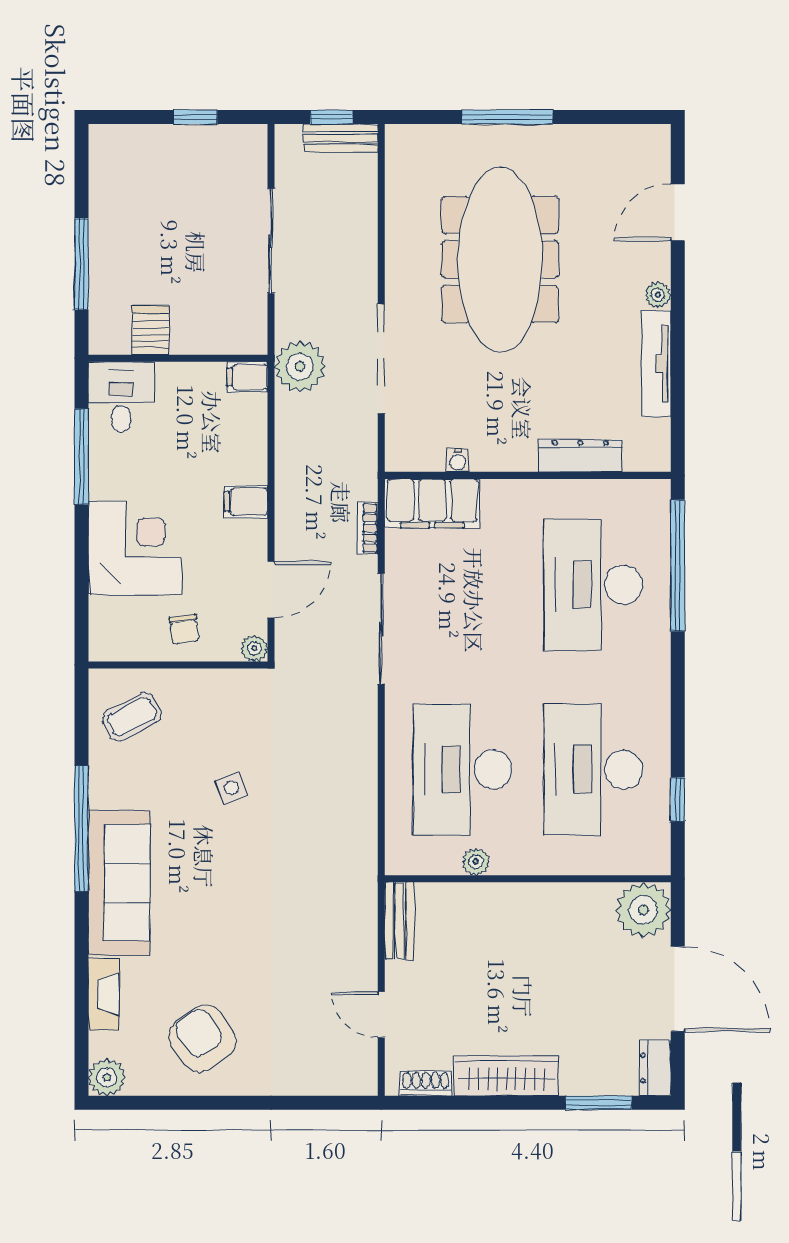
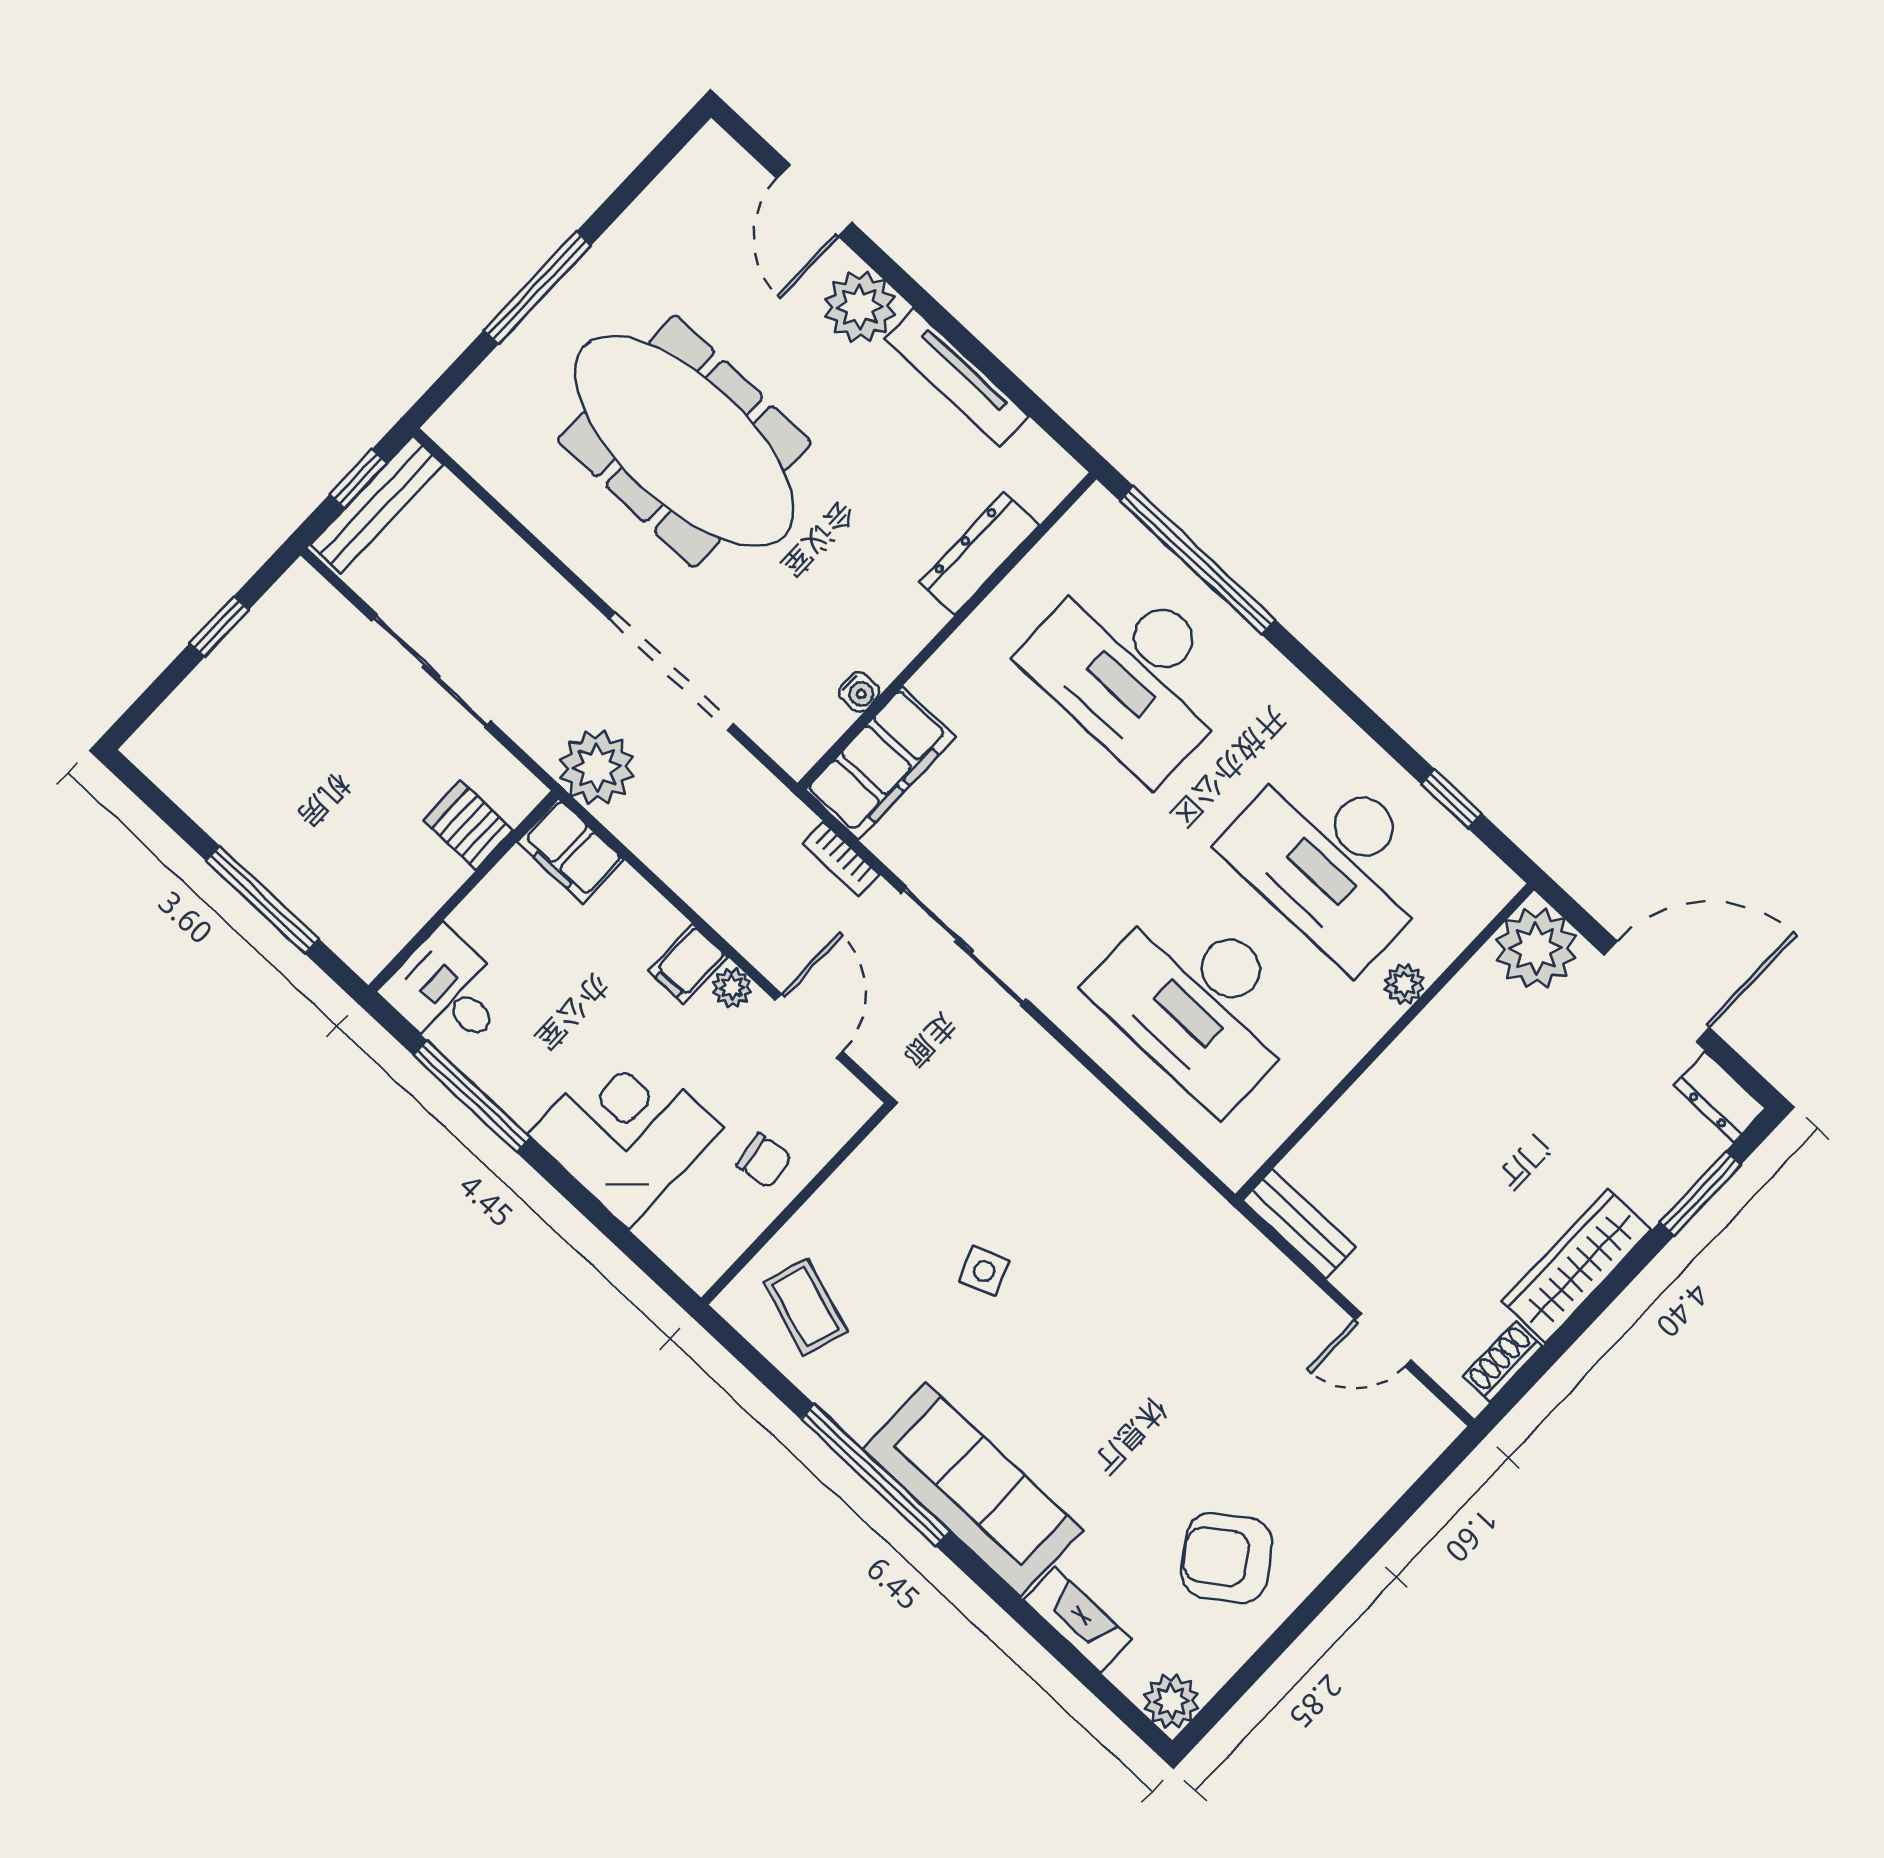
bench: (341, 138) -> (377, 505), width x1.36
plant: (658, 295) -> (860, 307), width x1.88, depth x1.88
server rack: (151, 330) -> (468, 825), moved
filing cabinet: (247, 377) -> (571, 851), width x2.00
plant: (254, 648) -> (732, 987), moved
coffee table: (132, 717) -> (805, 1307), turned -45
plant: (476, 862) -> (1404, 984), moved

